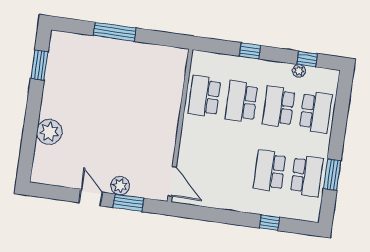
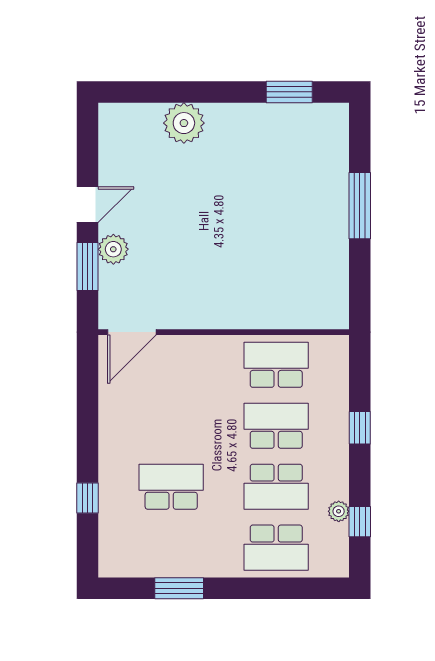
school desk: (279, 107) -> (276, 487), turned 180
school desk: (307, 176) -> (171, 548), removed

